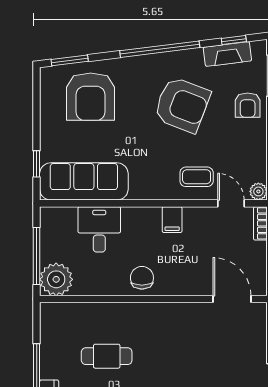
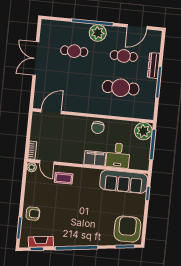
armchair: (91, 97) -> (127, 229), moved
armchair: (182, 105) -> (68, 217), removed
armchair: (248, 105) -> (33, 214), turned 90
filing cabinet: (172, 220) -> (95, 158), moved, width x2.00
door: (232, 299) -> (51, 112), swing flipped
cafe table: (107, 356) -> (121, 88), width x1.37, depth x1.35

